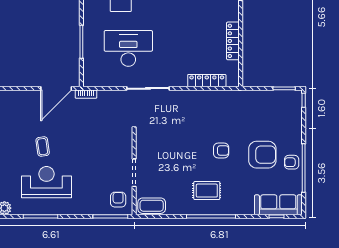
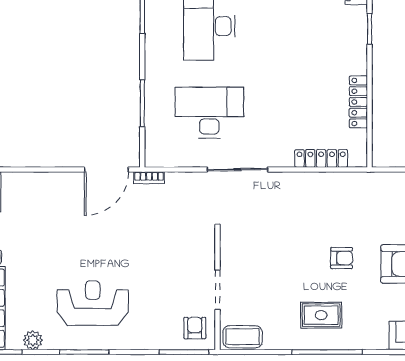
coffee table: (43, 147) -> (87, 252), removed

